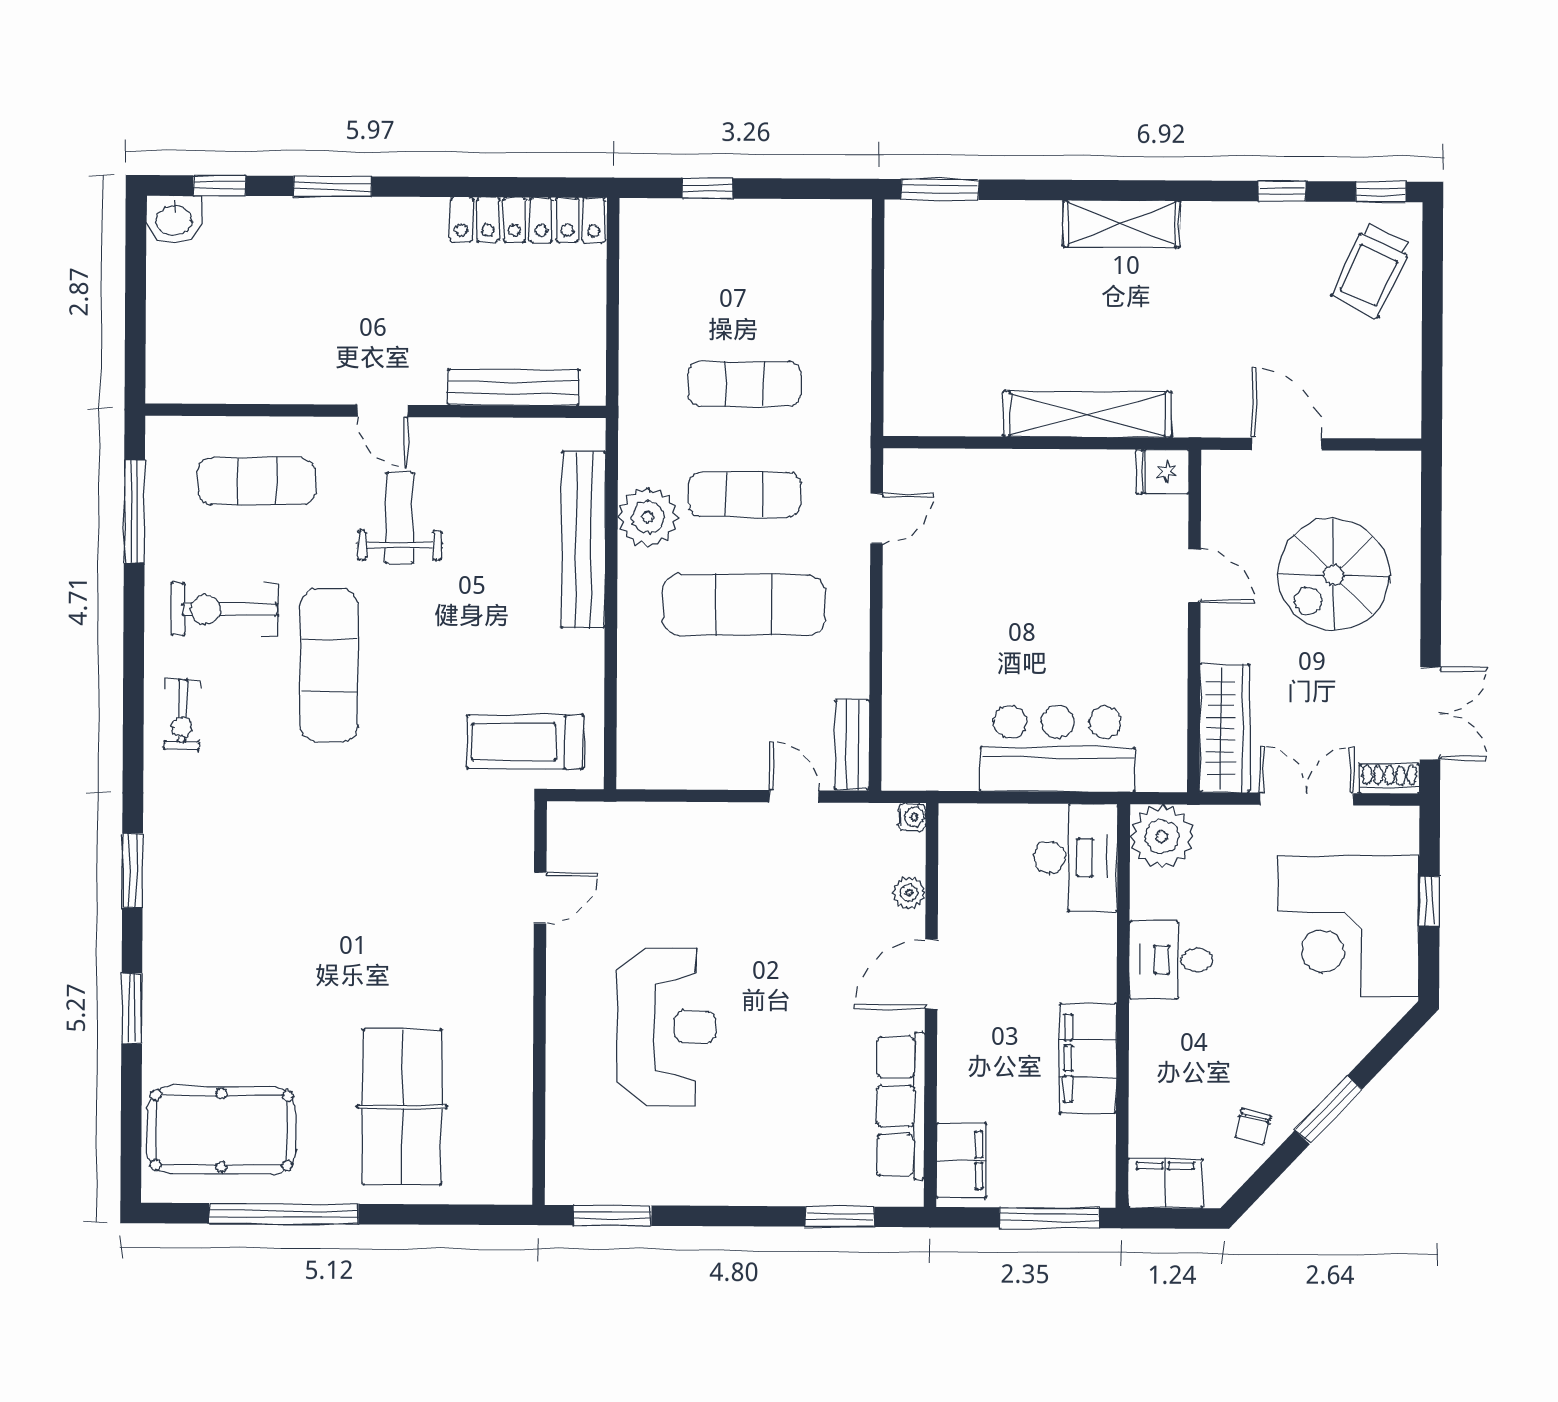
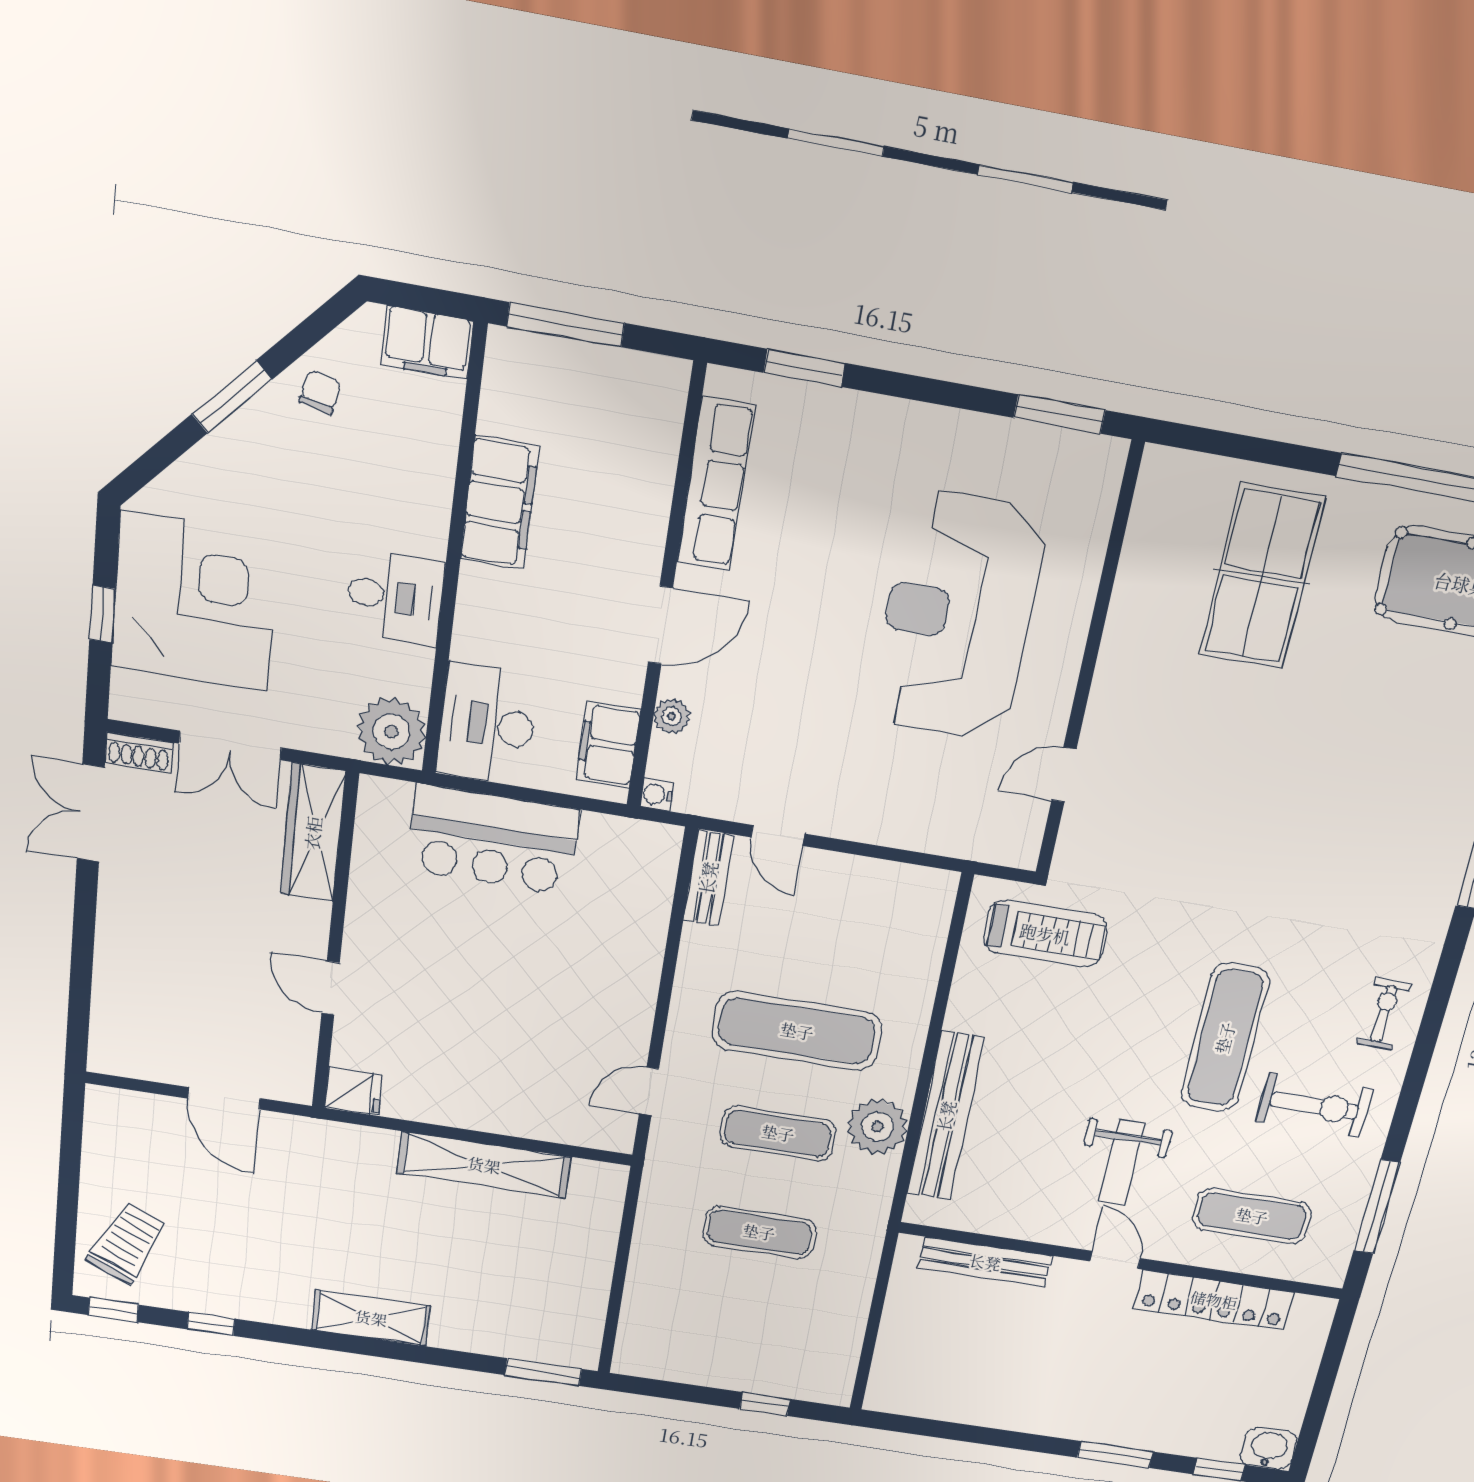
locker: (528, 220) -> (1214, 1300), moved, turned 180
shelving: (1087, 414) -> (484, 1165), moved
spiral stairs: (1334, 575) -> (185, 967), removed
reception desk: (666, 1027) -> (958, 616), width x1.36, depth x1.30
filing cabinet: (961, 1160) -> (608, 745), moved

